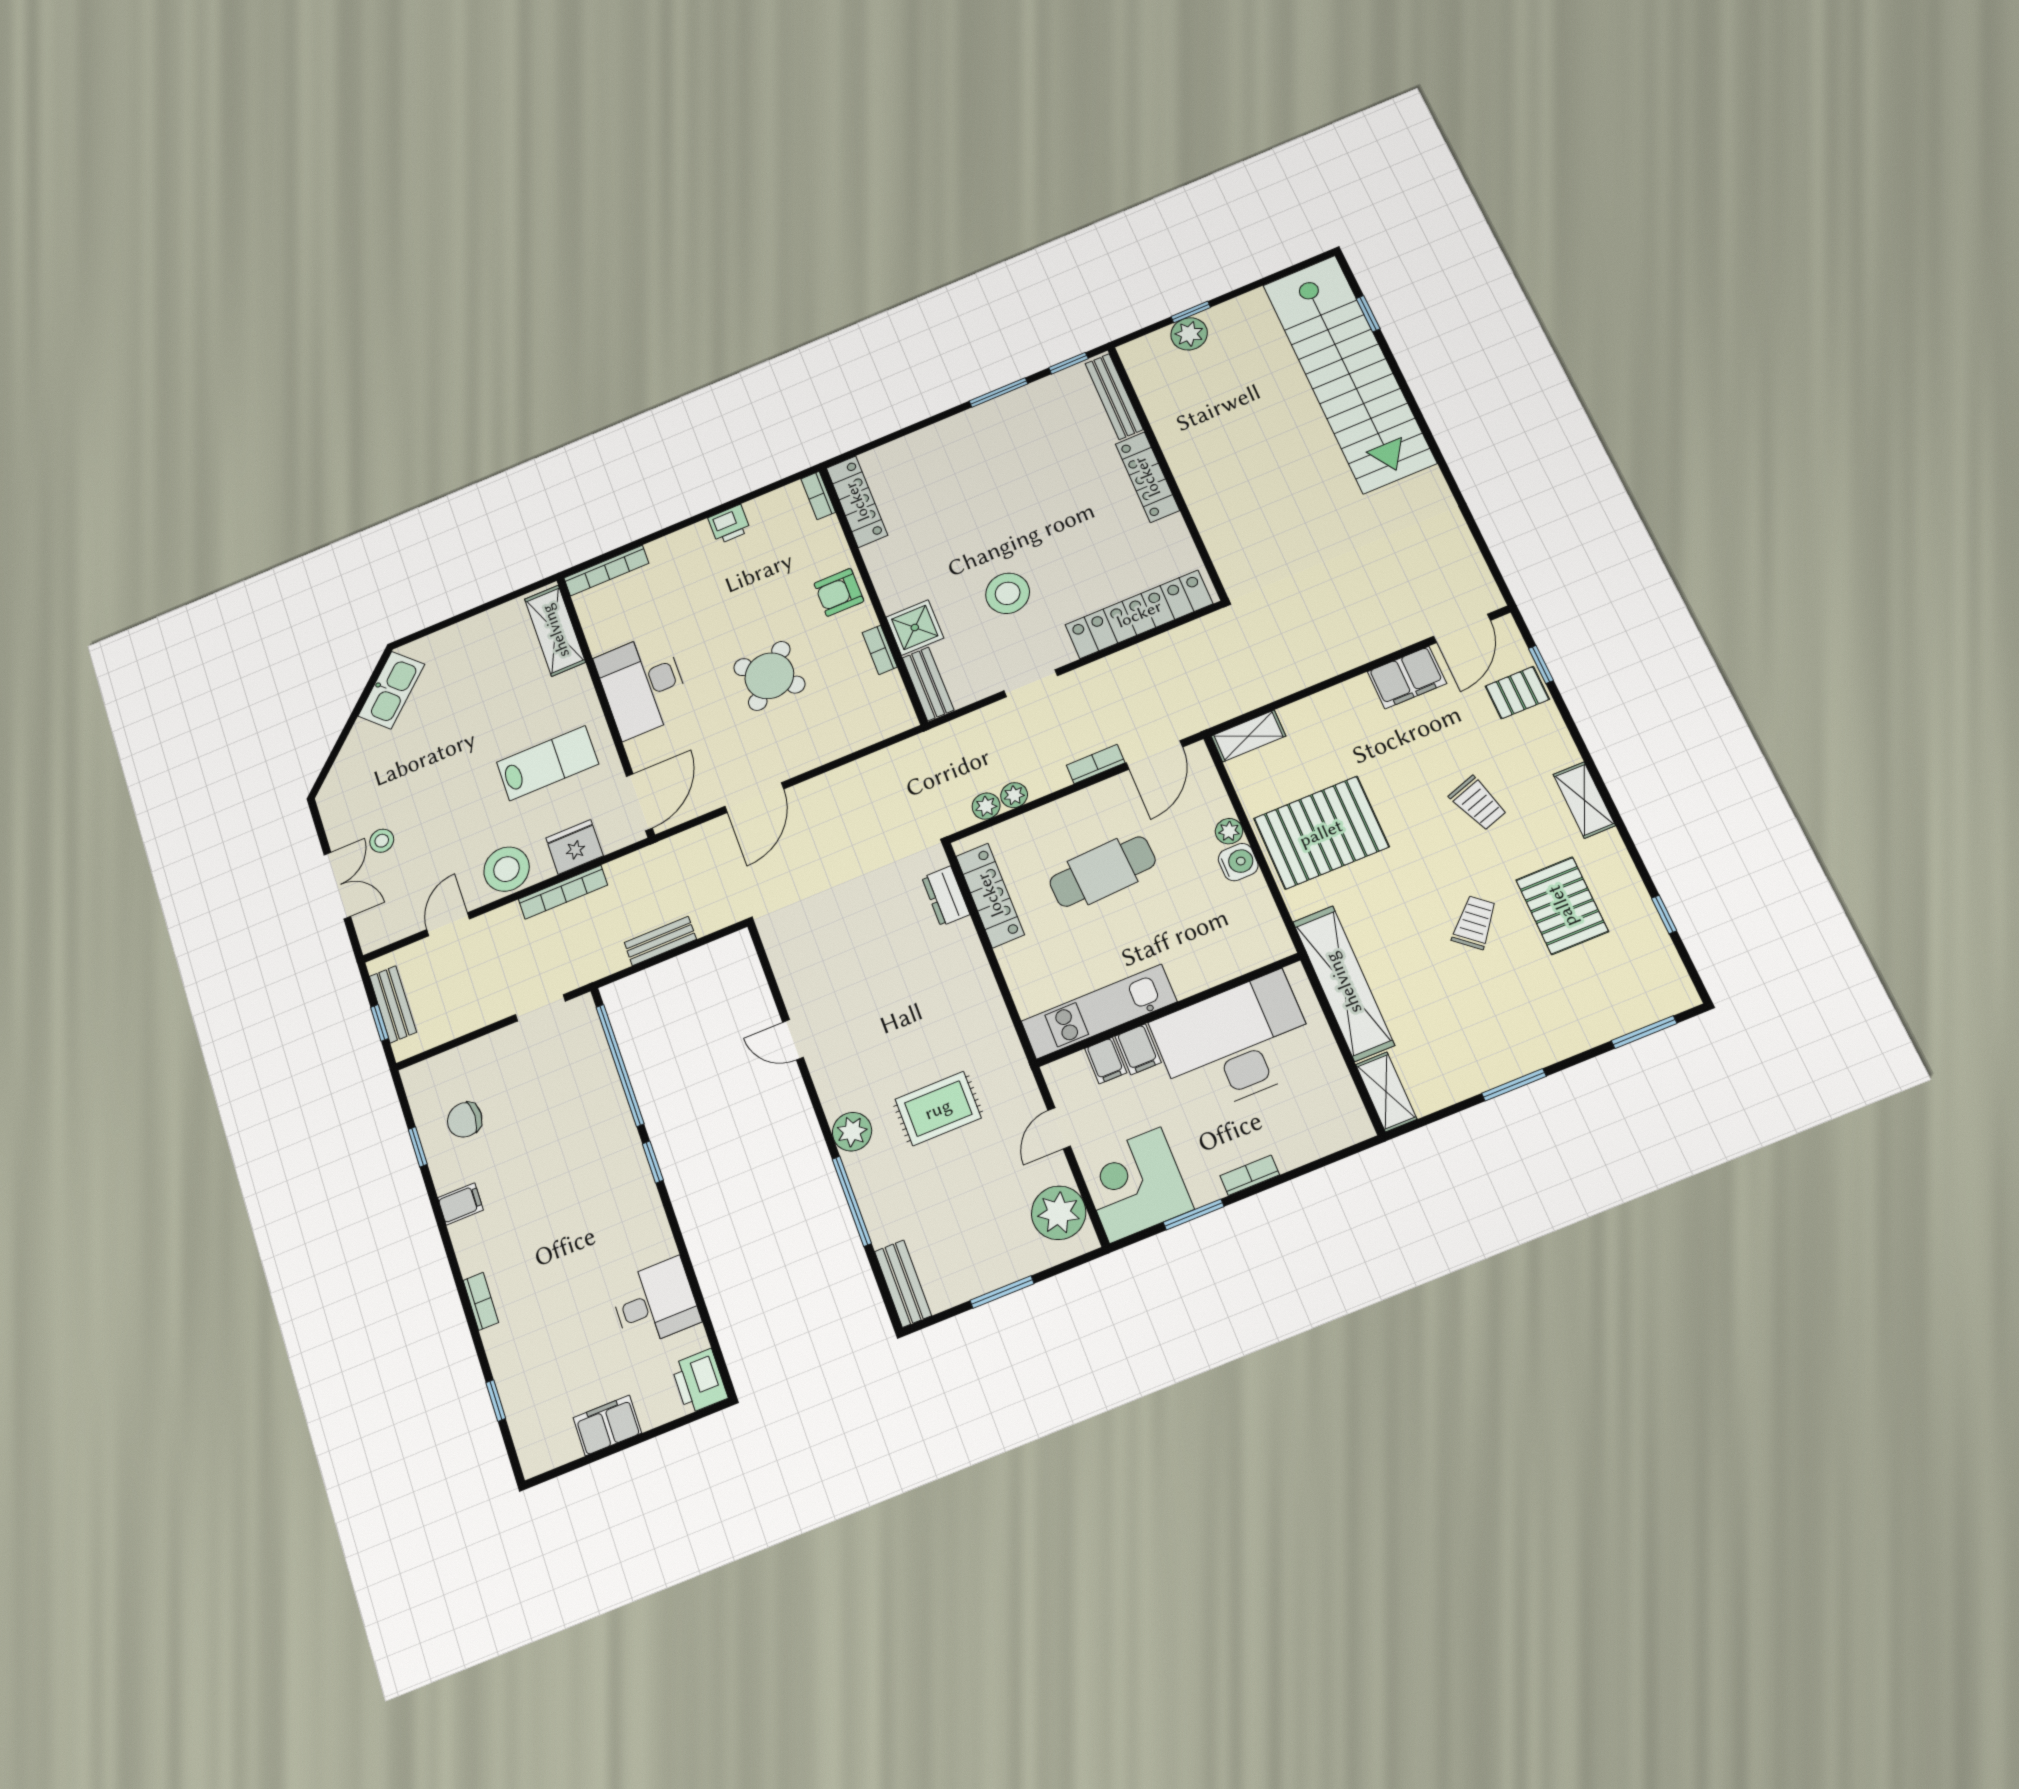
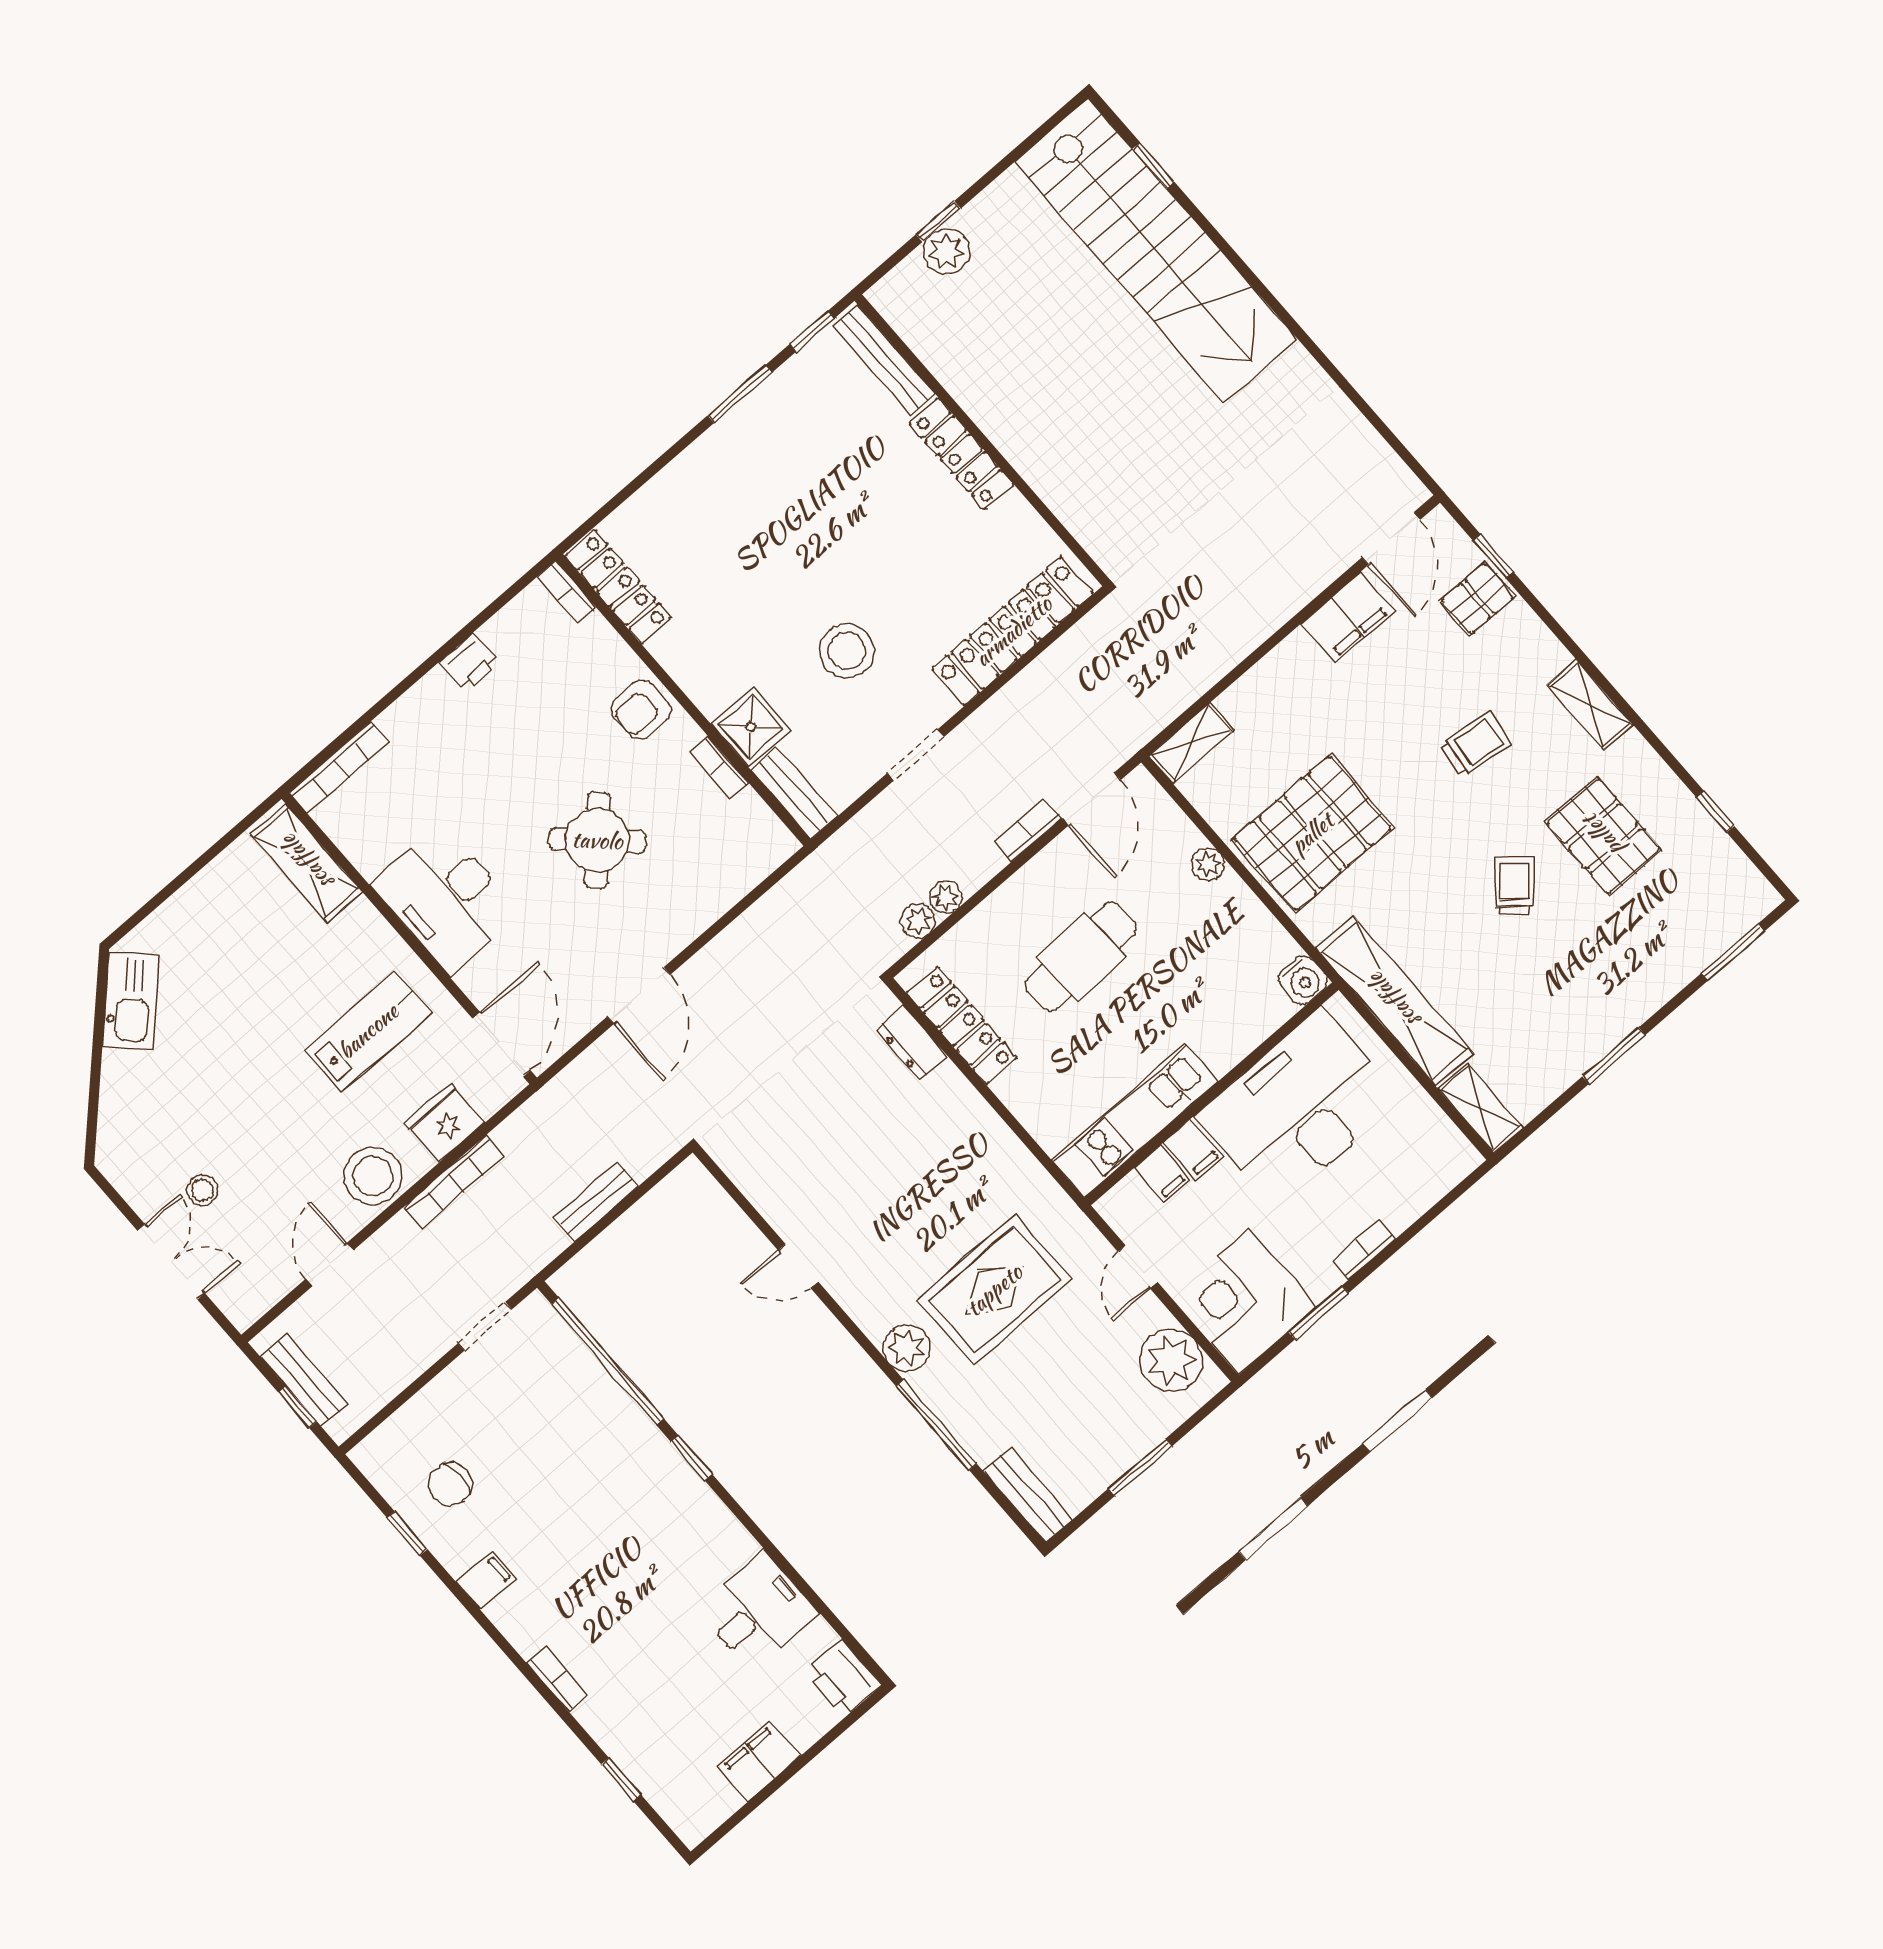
trolley: (1478, 803) -> (1475, 745), turned -64
water cooler: (1238, 862) -> (1303, 980), moved, turned 90
rug: (938, 1109) -> (994, 1290), width x1.36, depth x1.43

